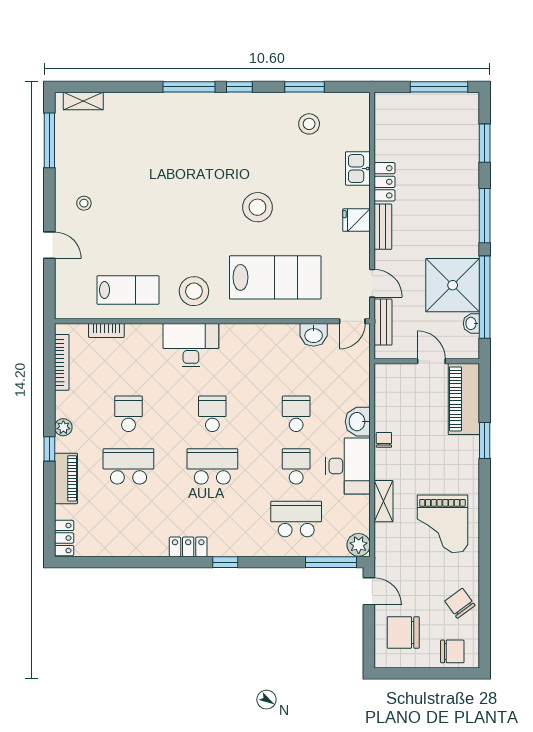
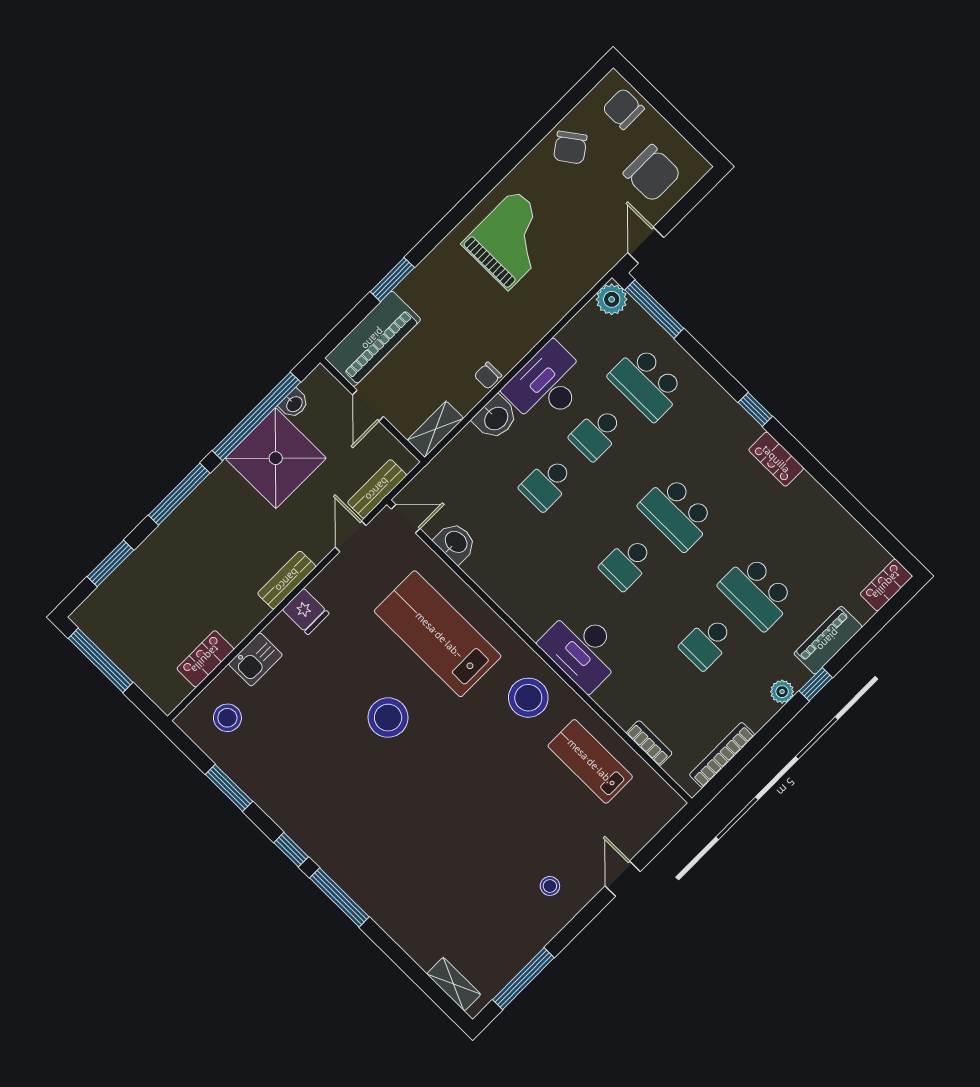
stool: (309, 124) -> (227, 718), moved
locker: (385, 182) -> (205, 659), moved
shelving: (384, 501) -> (435, 429), moved

